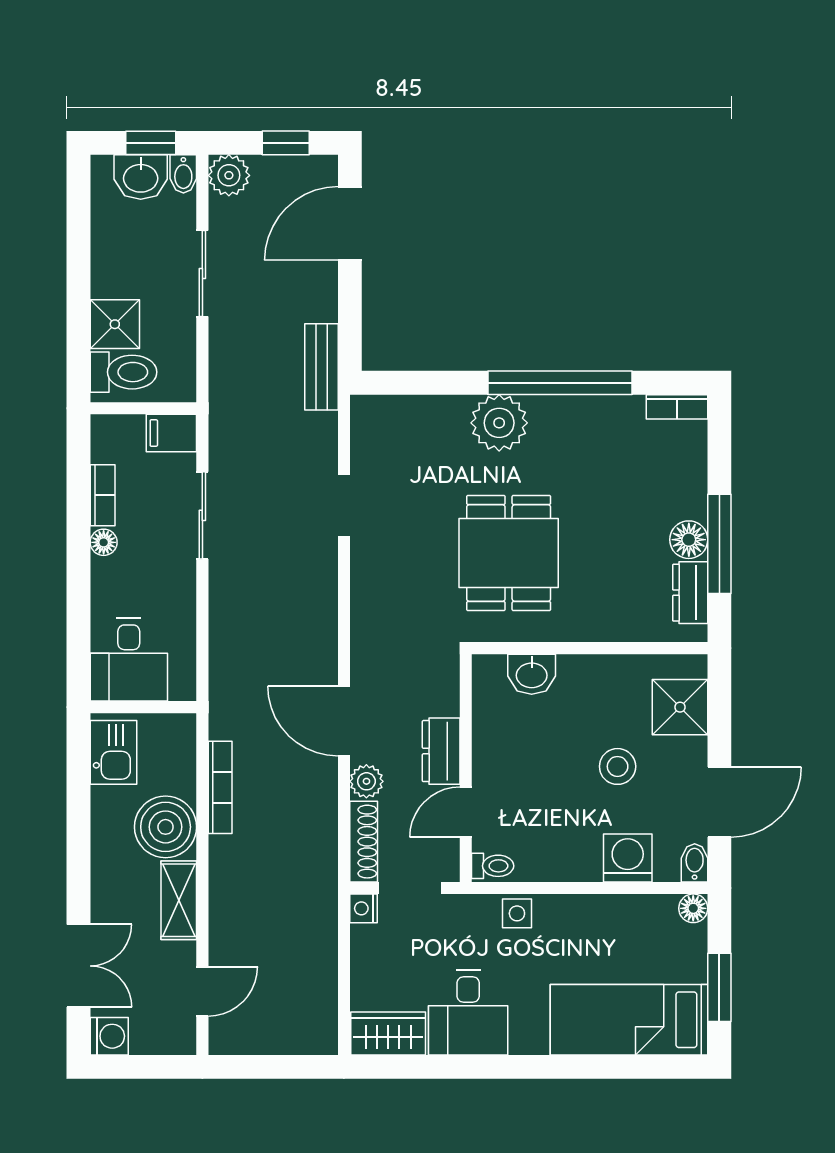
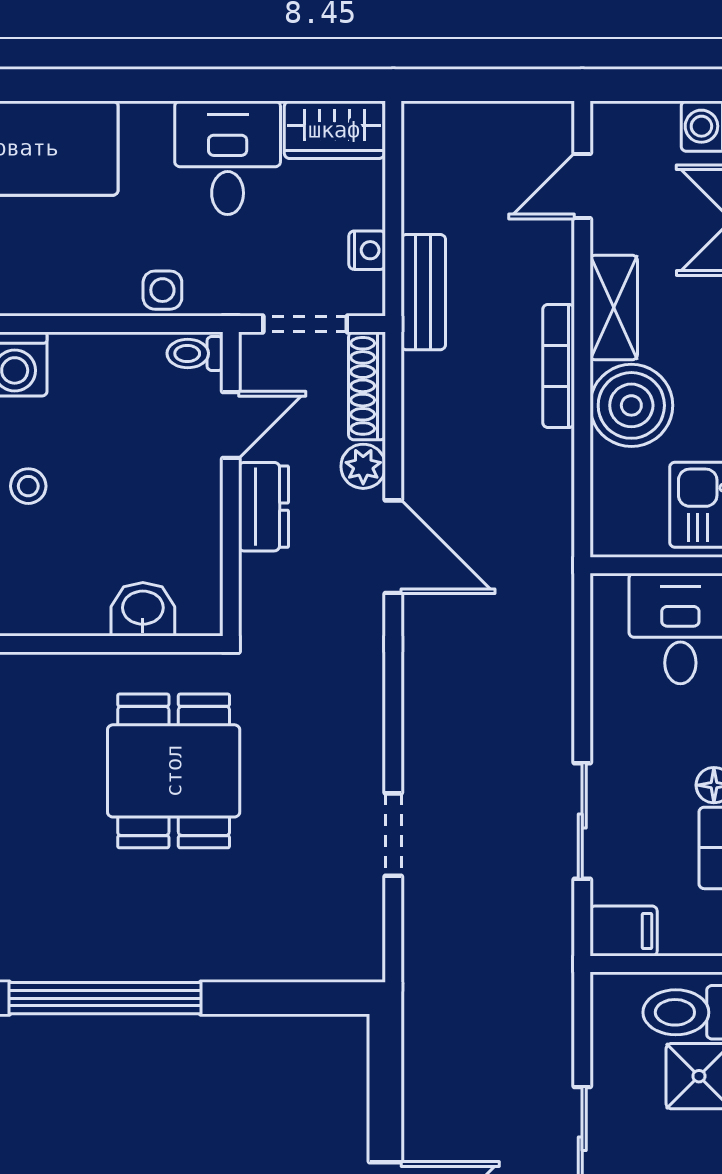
bench: (321, 367) -> (423, 292), moved
plant: (499, 423) -> (186, 945), removed
stool: (618, 766) -> (28, 486), width x0.73, depth x0.73
bookcase: (220, 787) -> (559, 366), moved
nightstand: (363, 908) -> (367, 250), moved

